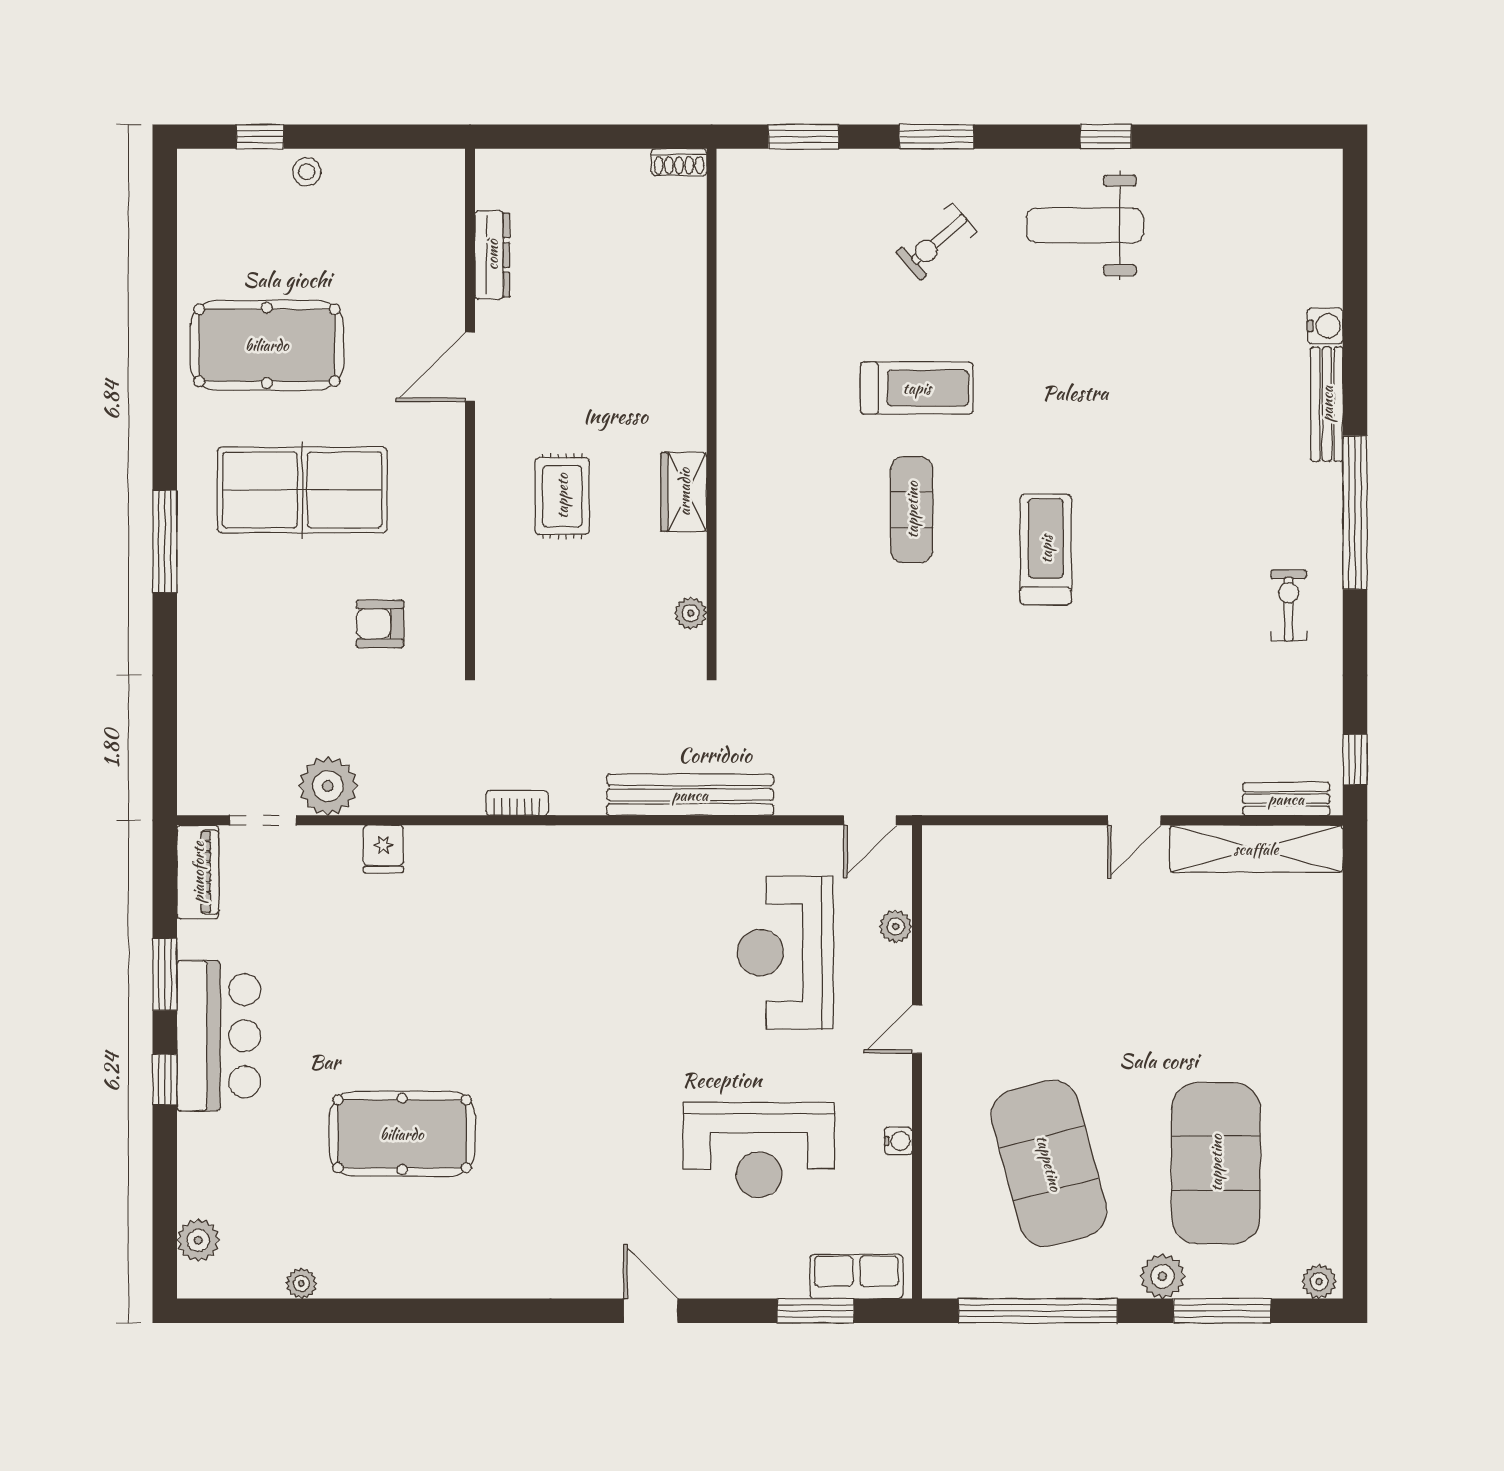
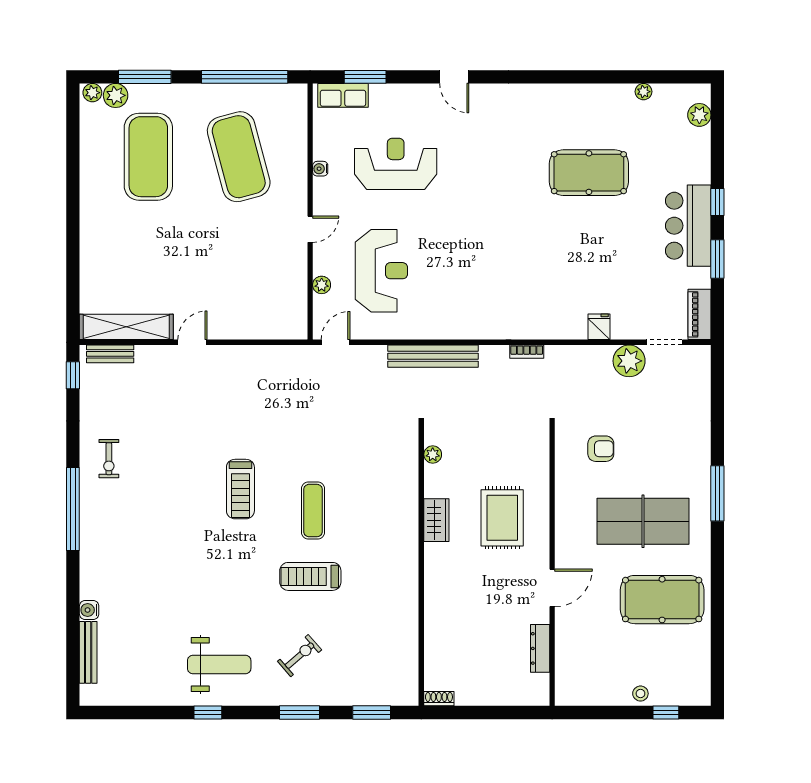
bench: (1327, 404) -> (88, 652), moved
rug: (562, 496) -> (502, 518), width x1.36, depth x1.43
plant: (1162, 1276) -> (116, 95), moved

